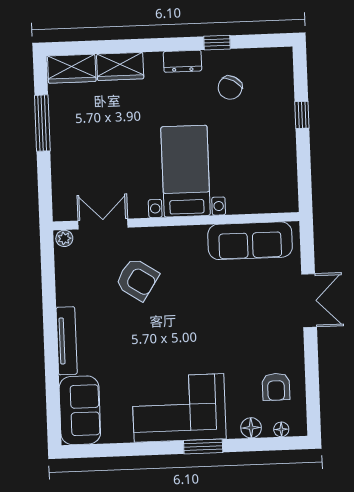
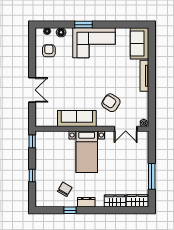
window: (305, 189) -> (32, 141), added
sofa: (250, 241) -> (77, 118), moved
double door: (309, 301) -> (32, 90), swing flipped

